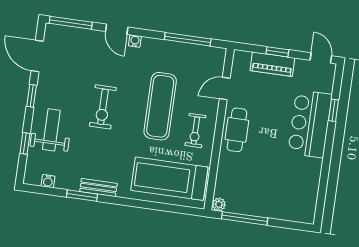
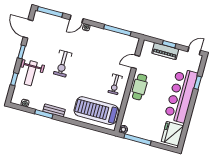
door: (117, 29) -> (76, 19), hinge flipped
door: (321, 58) -> (194, 51), hinge flipped
exercise mat: (160, 106) -> (96, 67), removed
bar counter: (310, 124) -> (181, 96), width x1.36
weight bench: (51, 130) -> (31, 73), turned 180
fridge: (302, 201) -> (172, 134), added

